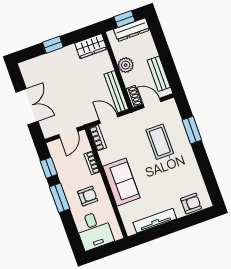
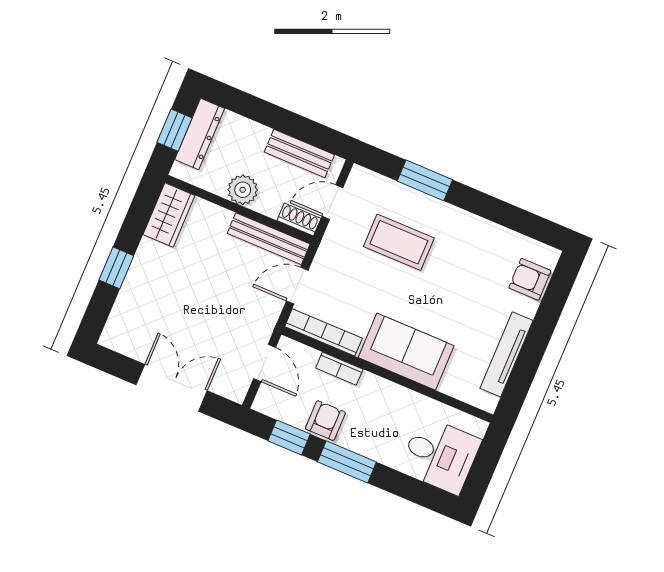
bookcase: (98, 138) -> (323, 332), width x1.56
armchair: (88, 196) -> (325, 421), moved
armchair: (191, 203) -> (530, 279), turned -90

